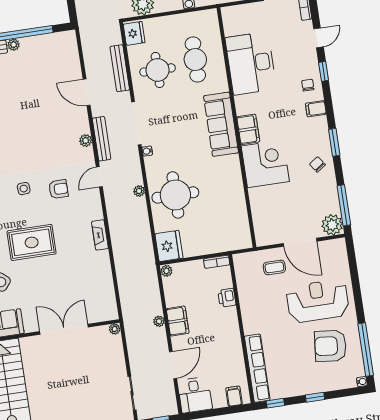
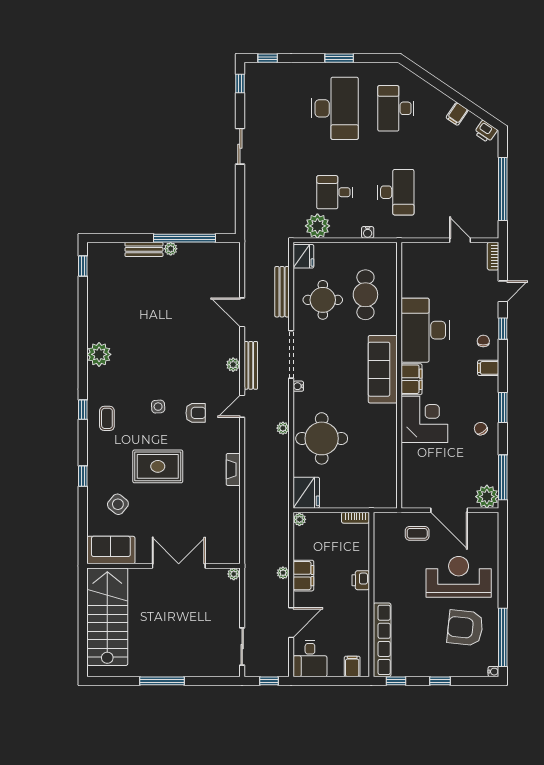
desk: (251, 63) -> (425, 330), moved
printer: (227, 298) -> (361, 580), moved

